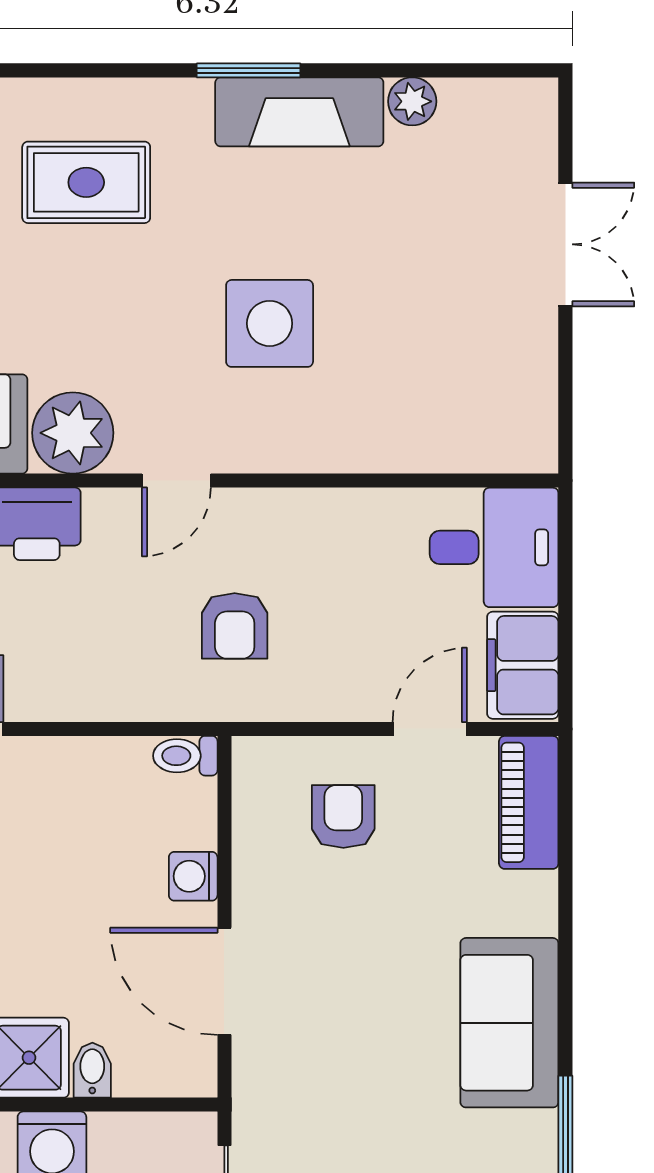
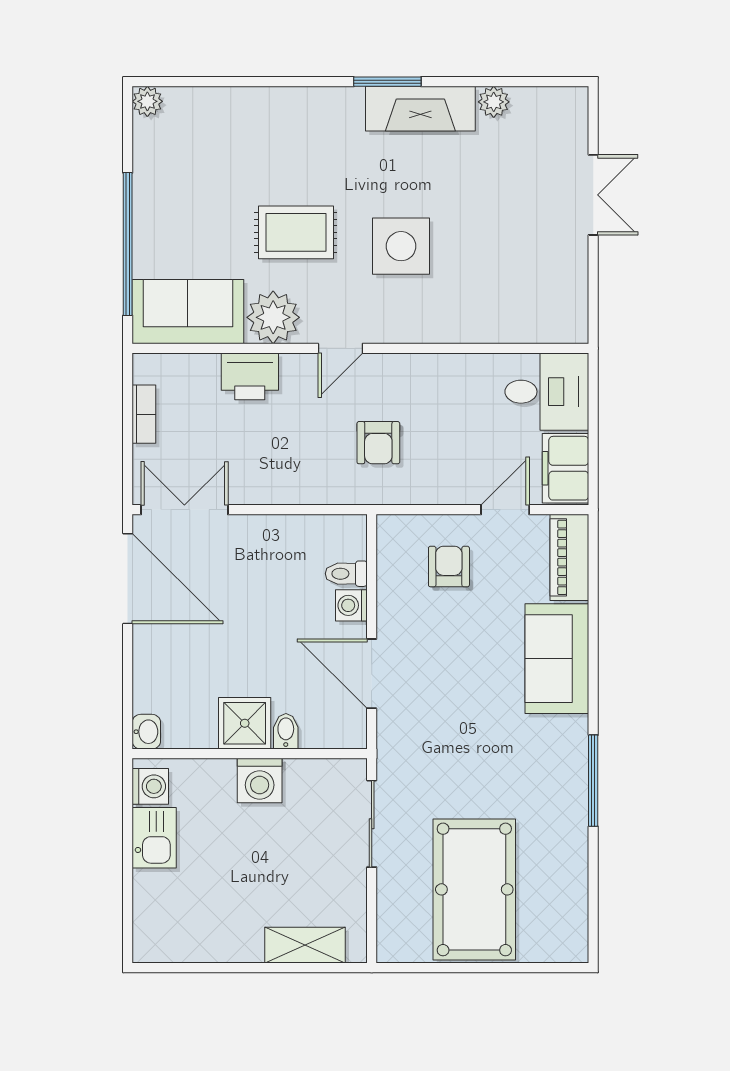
rug: (86, 182) -> (296, 232), moved
toilet: (185, 756) -> (346, 574), moved
sofa: (509, 1023) -> (557, 659), moved

